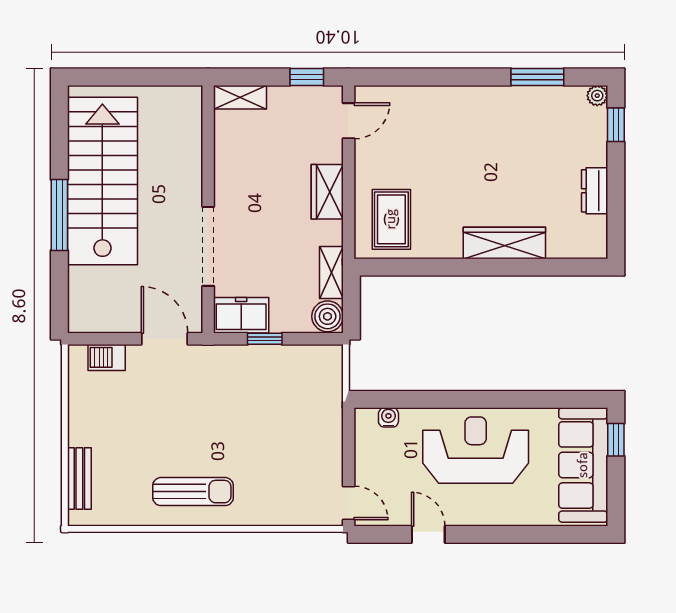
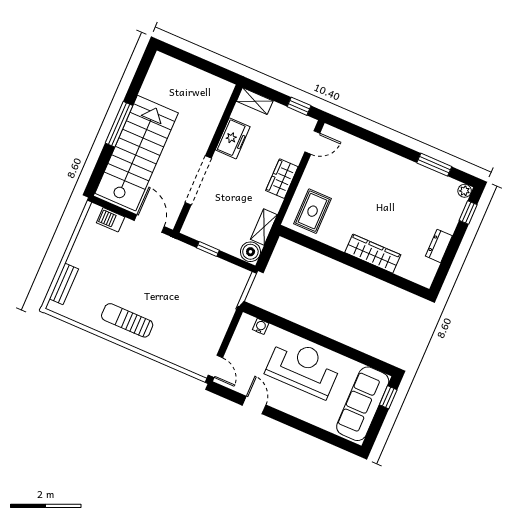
stairs: (102, 181) -> (137, 153), moved
freezer: (241, 315) -> (233, 138), moved, turned 90
sun lounger: (193, 492) -> (127, 320), turned 180

